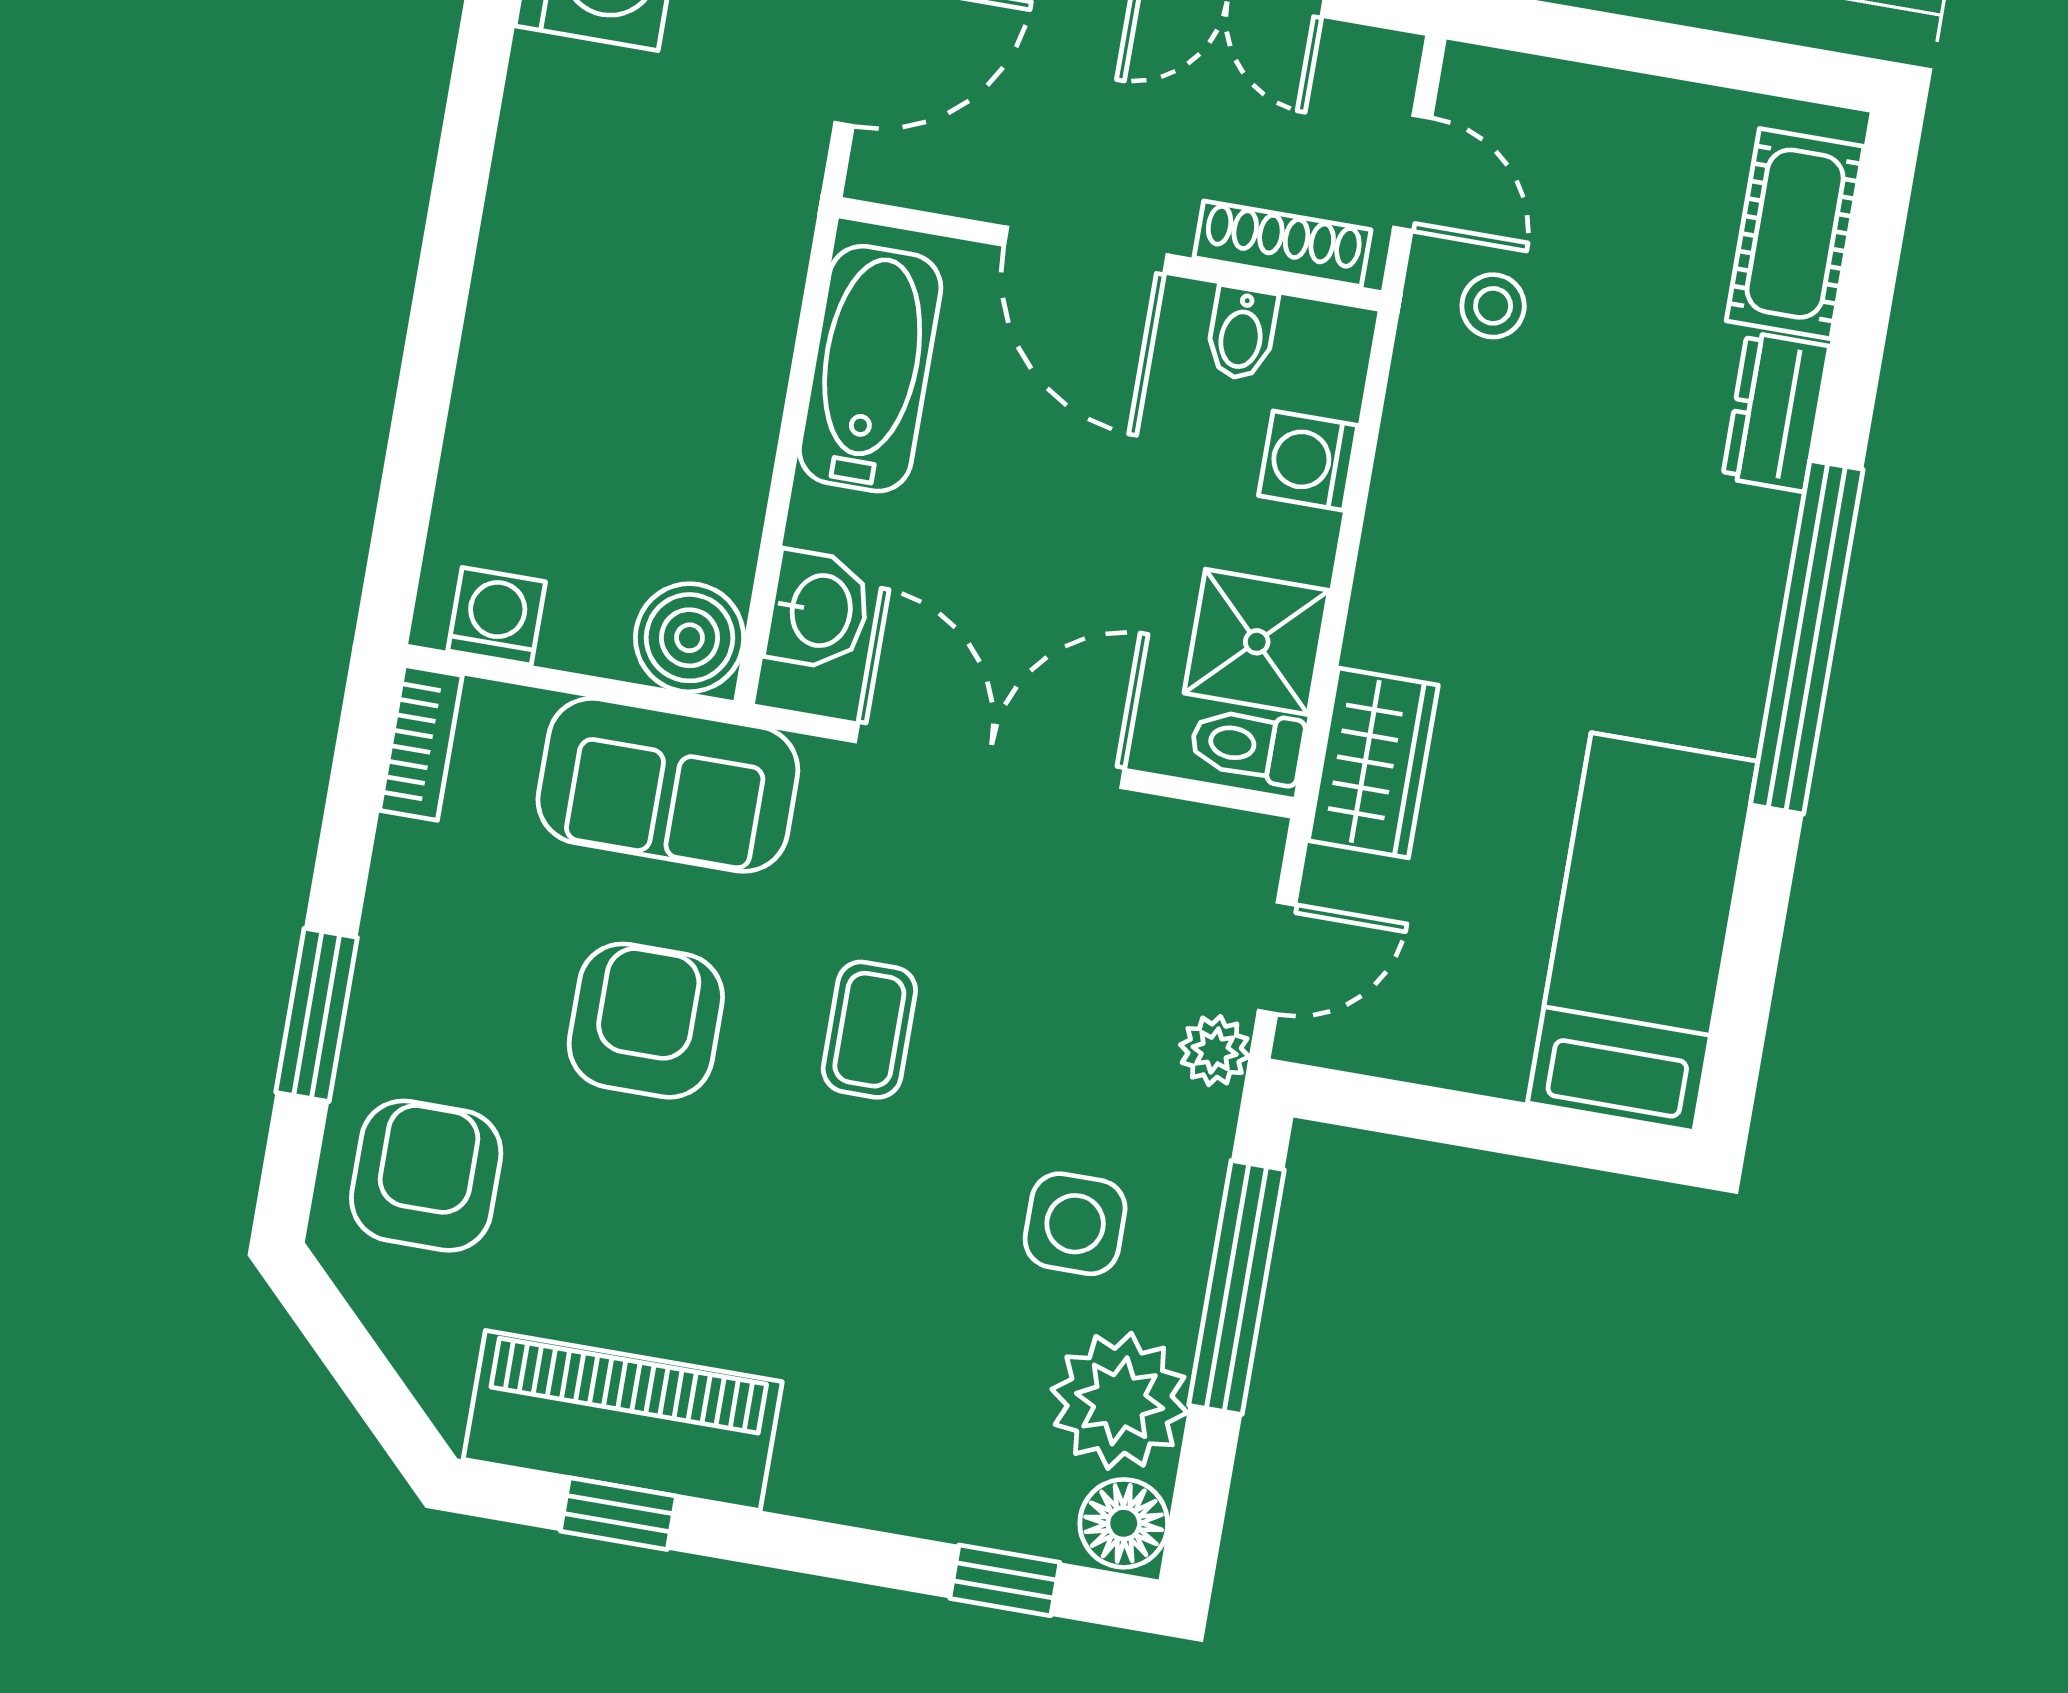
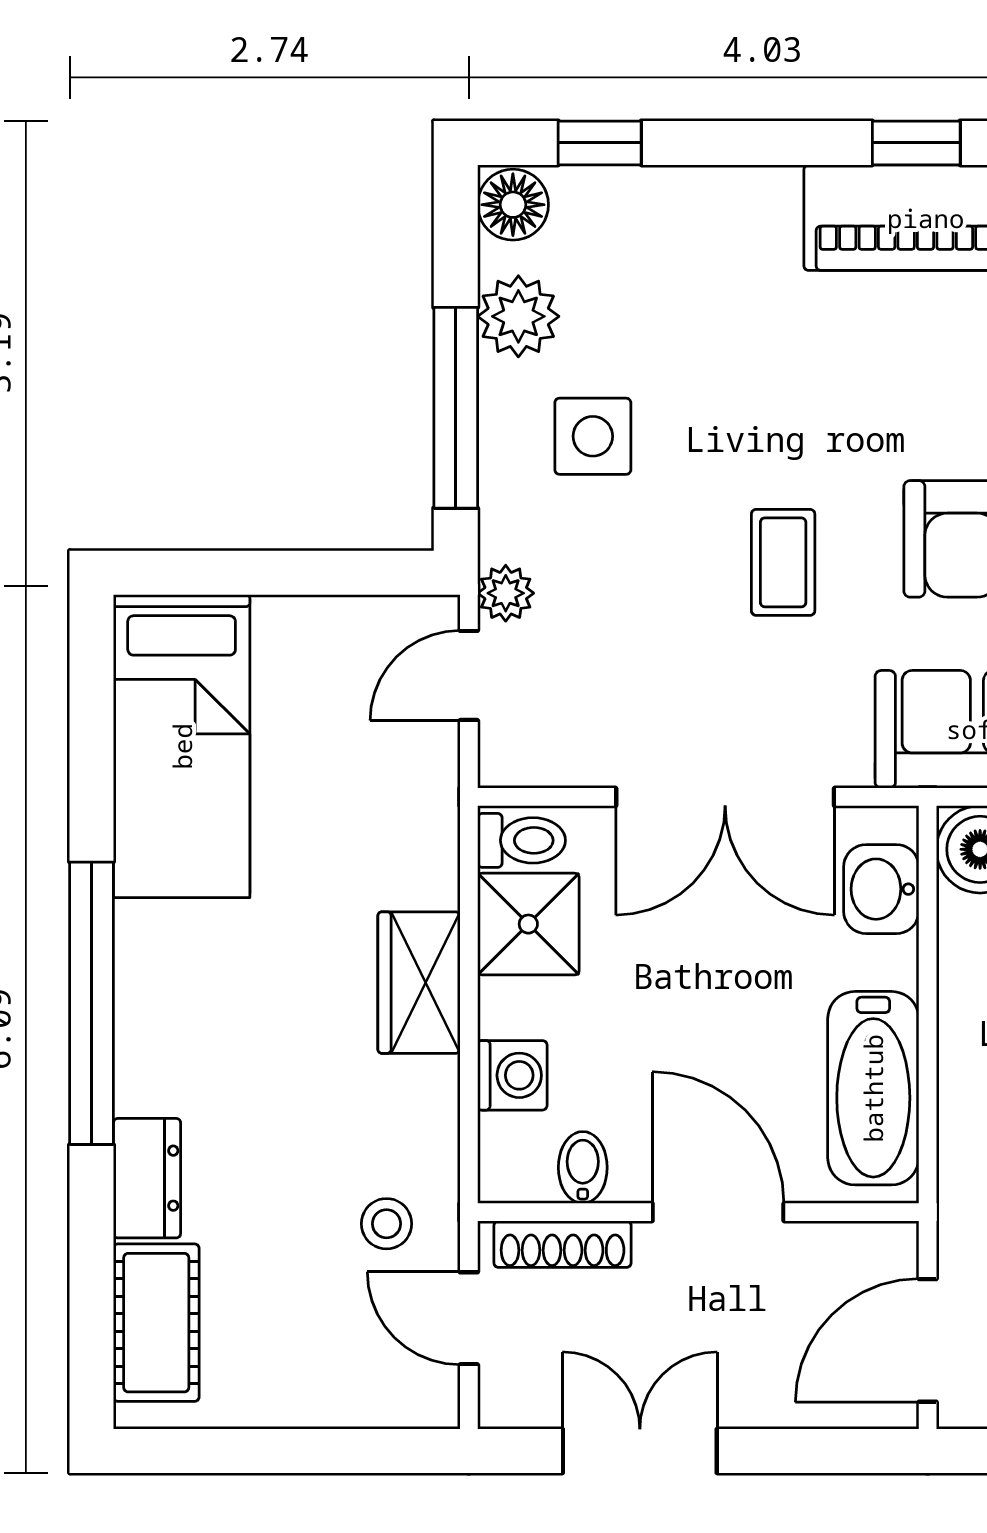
wardrobe: (1373, 763) -> (419, 983), moved
plant: (1120, 1401) -> (518, 316), width x0.73, depth x0.73

